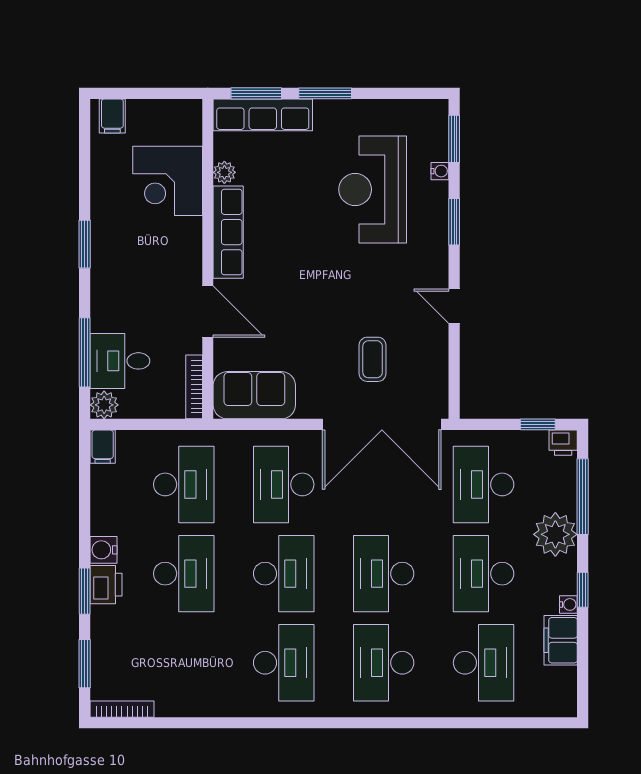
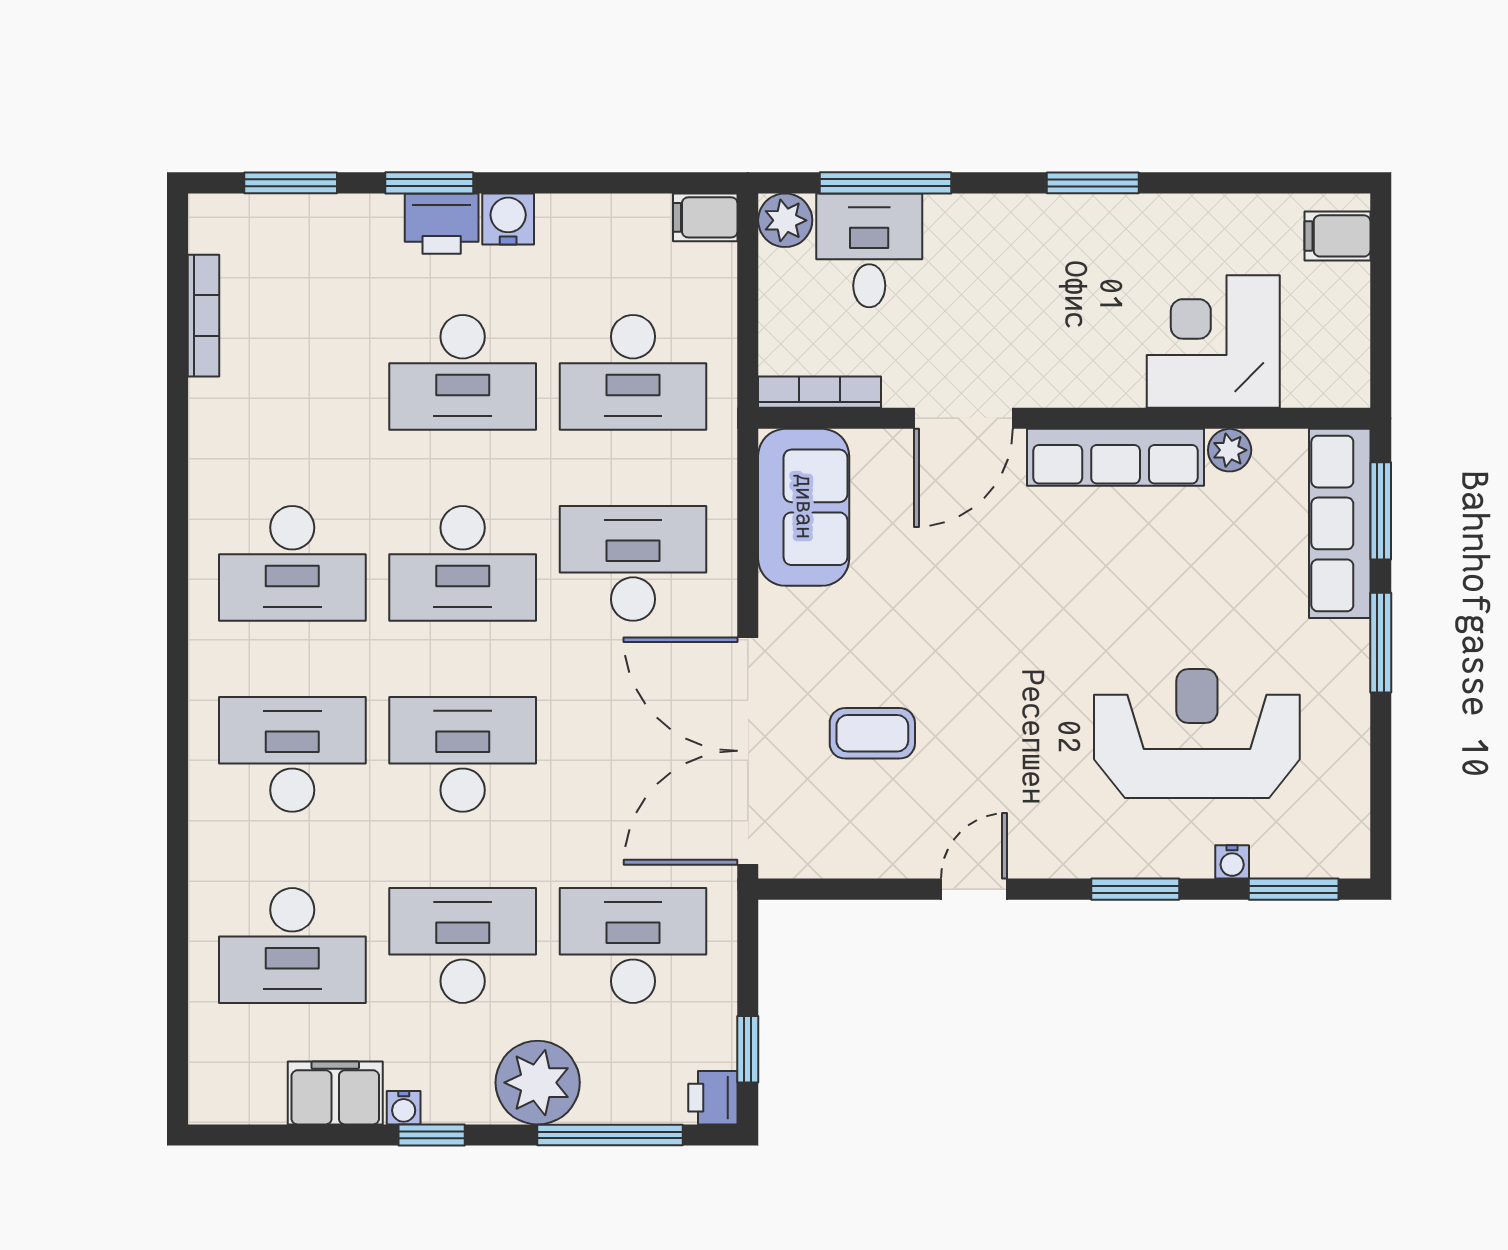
bookcase: (122, 709) -> (204, 316), moved

